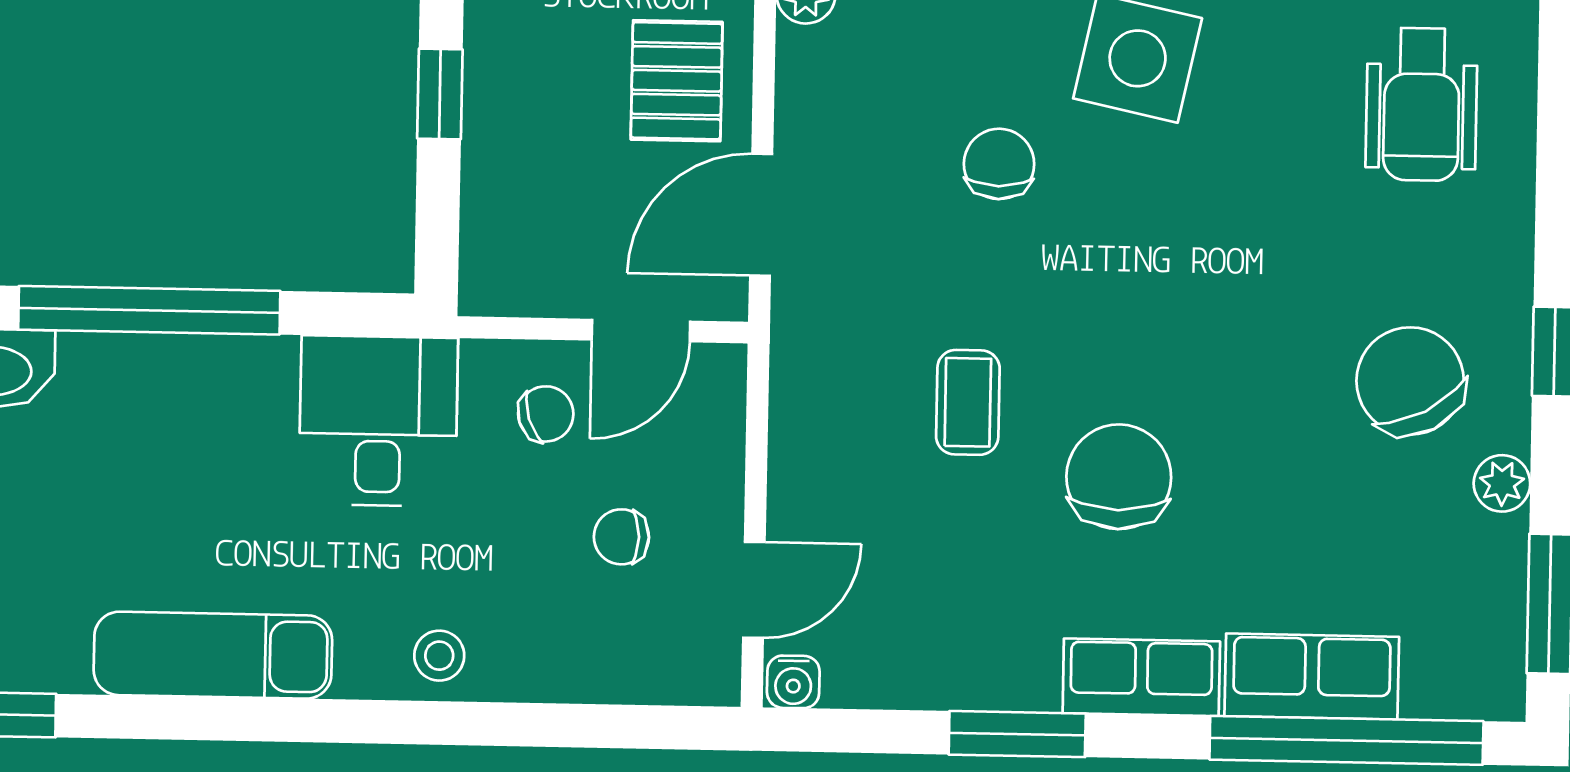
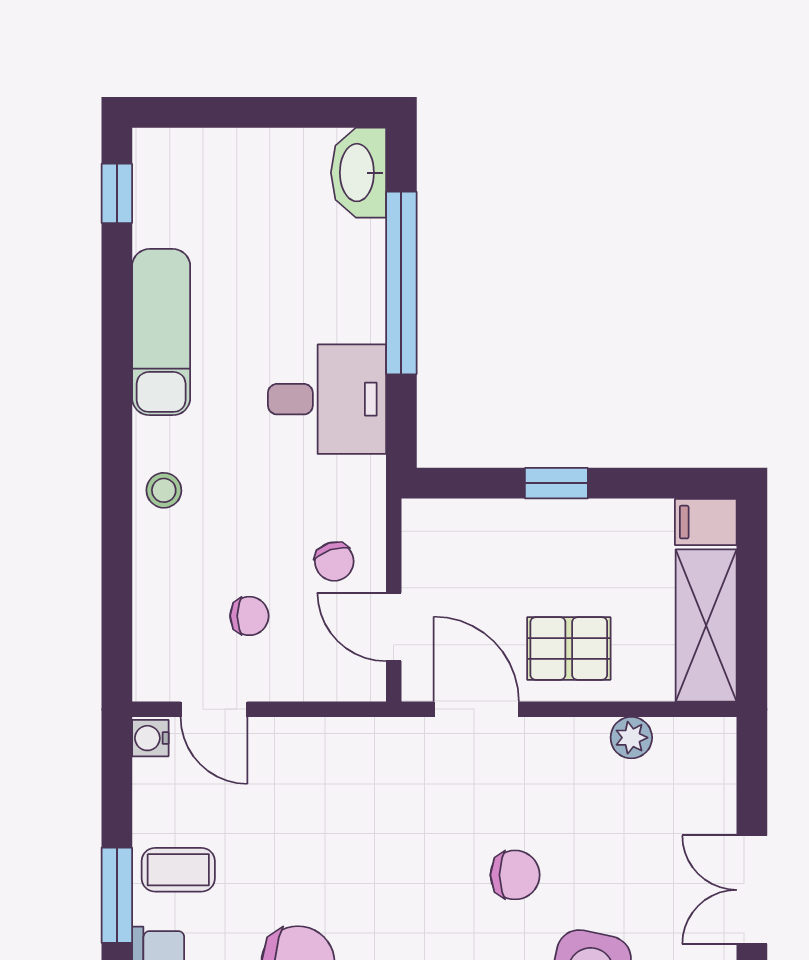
coffee table: (968, 402) -> (178, 870), moved
desk: (378, 421) -> (327, 399), moved
chair: (621, 537) -> (249, 616), turned 90

